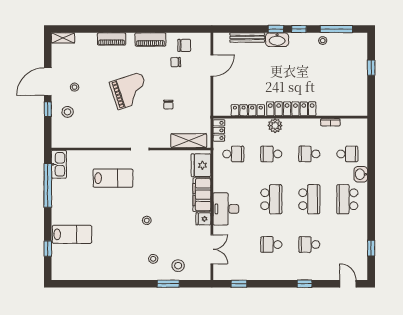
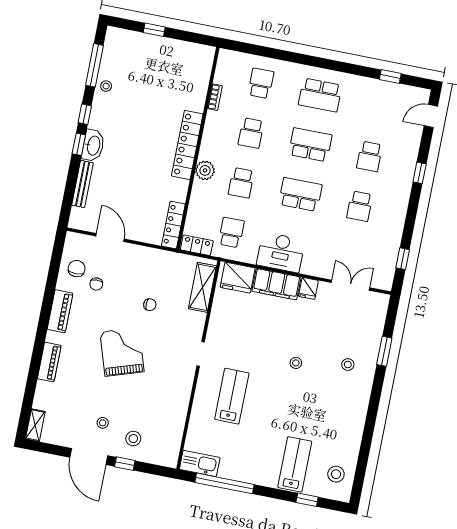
locker: (248, 110) -> (173, 225), moved
washbasin: (361, 174) -> (291, 71), removed
desk: (226, 209) -> (281, 252), moved
stool: (178, 266) -> (336, 474), moved

